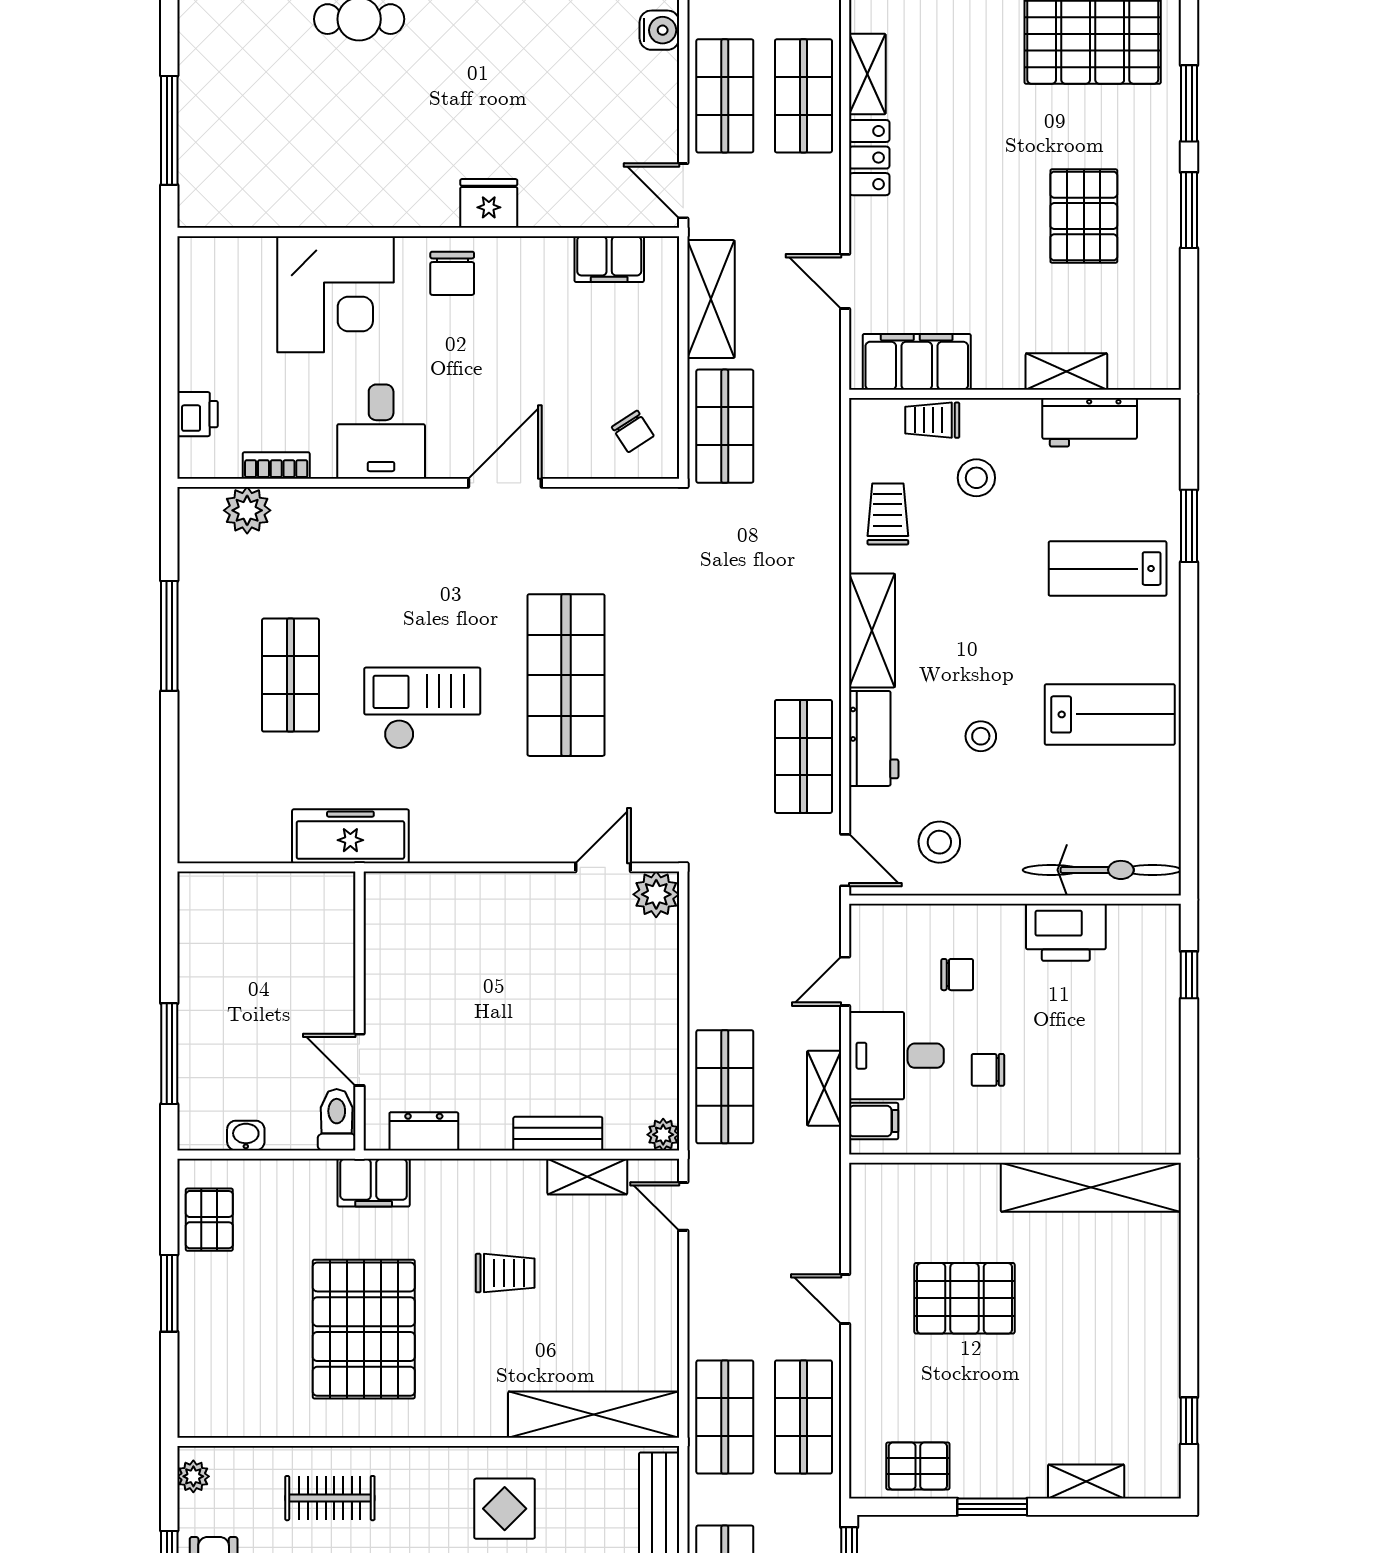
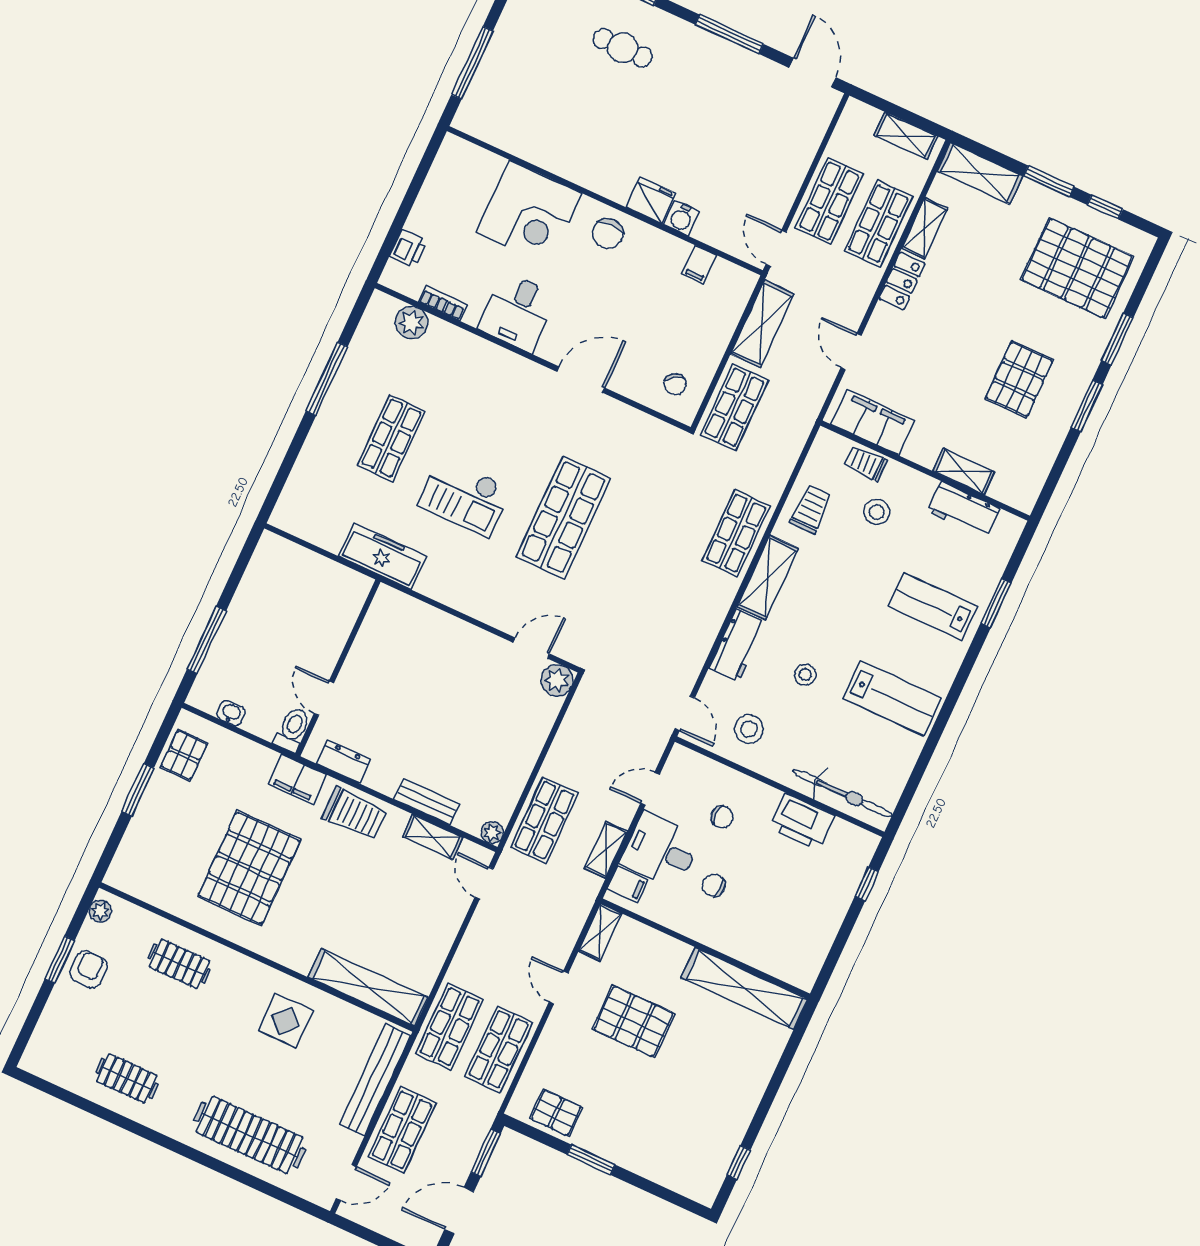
water cooler: (659, 30) -> (682, 218), moved, turned 90
filing cabinet: (609, 259) -> (699, 265), width x0.50
checkout: (422, 708) -> (464, 497), turned 180
shop shelf: (803, 756) -> (736, 533), moved
trolley: (505, 1273) -> (354, 814), moved, width x1.36, depth x1.39
shelving: (1086, 1481) -> (600, 932), moved, turned 90

